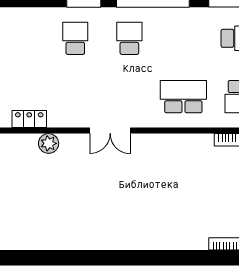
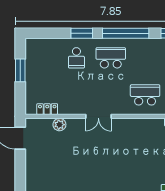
school desk: (75, 38) -> (76, 58), turned 180
school desk: (129, 38) -> (111, 58), width x1.85

